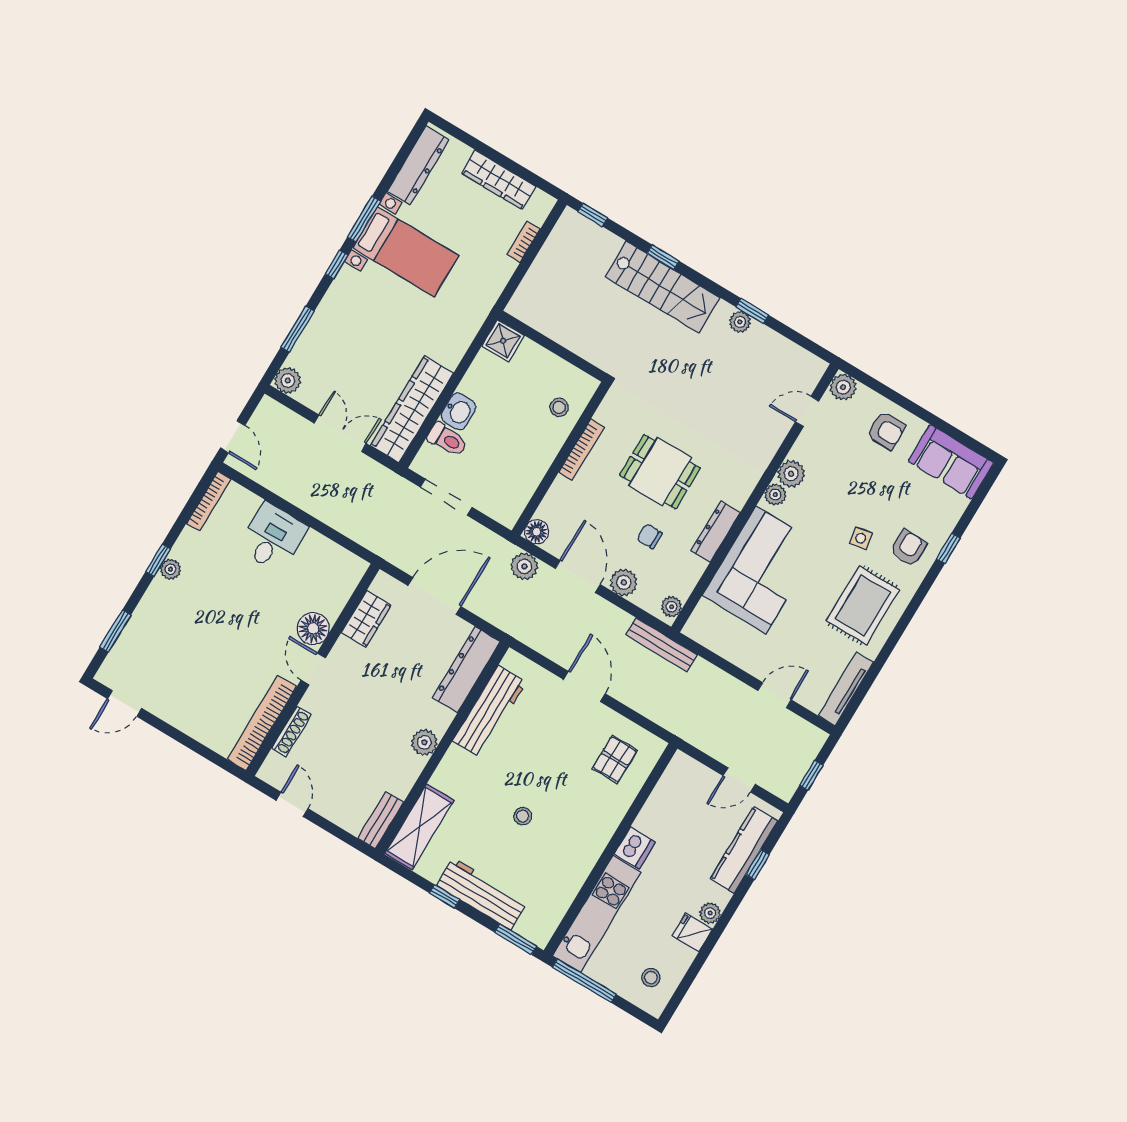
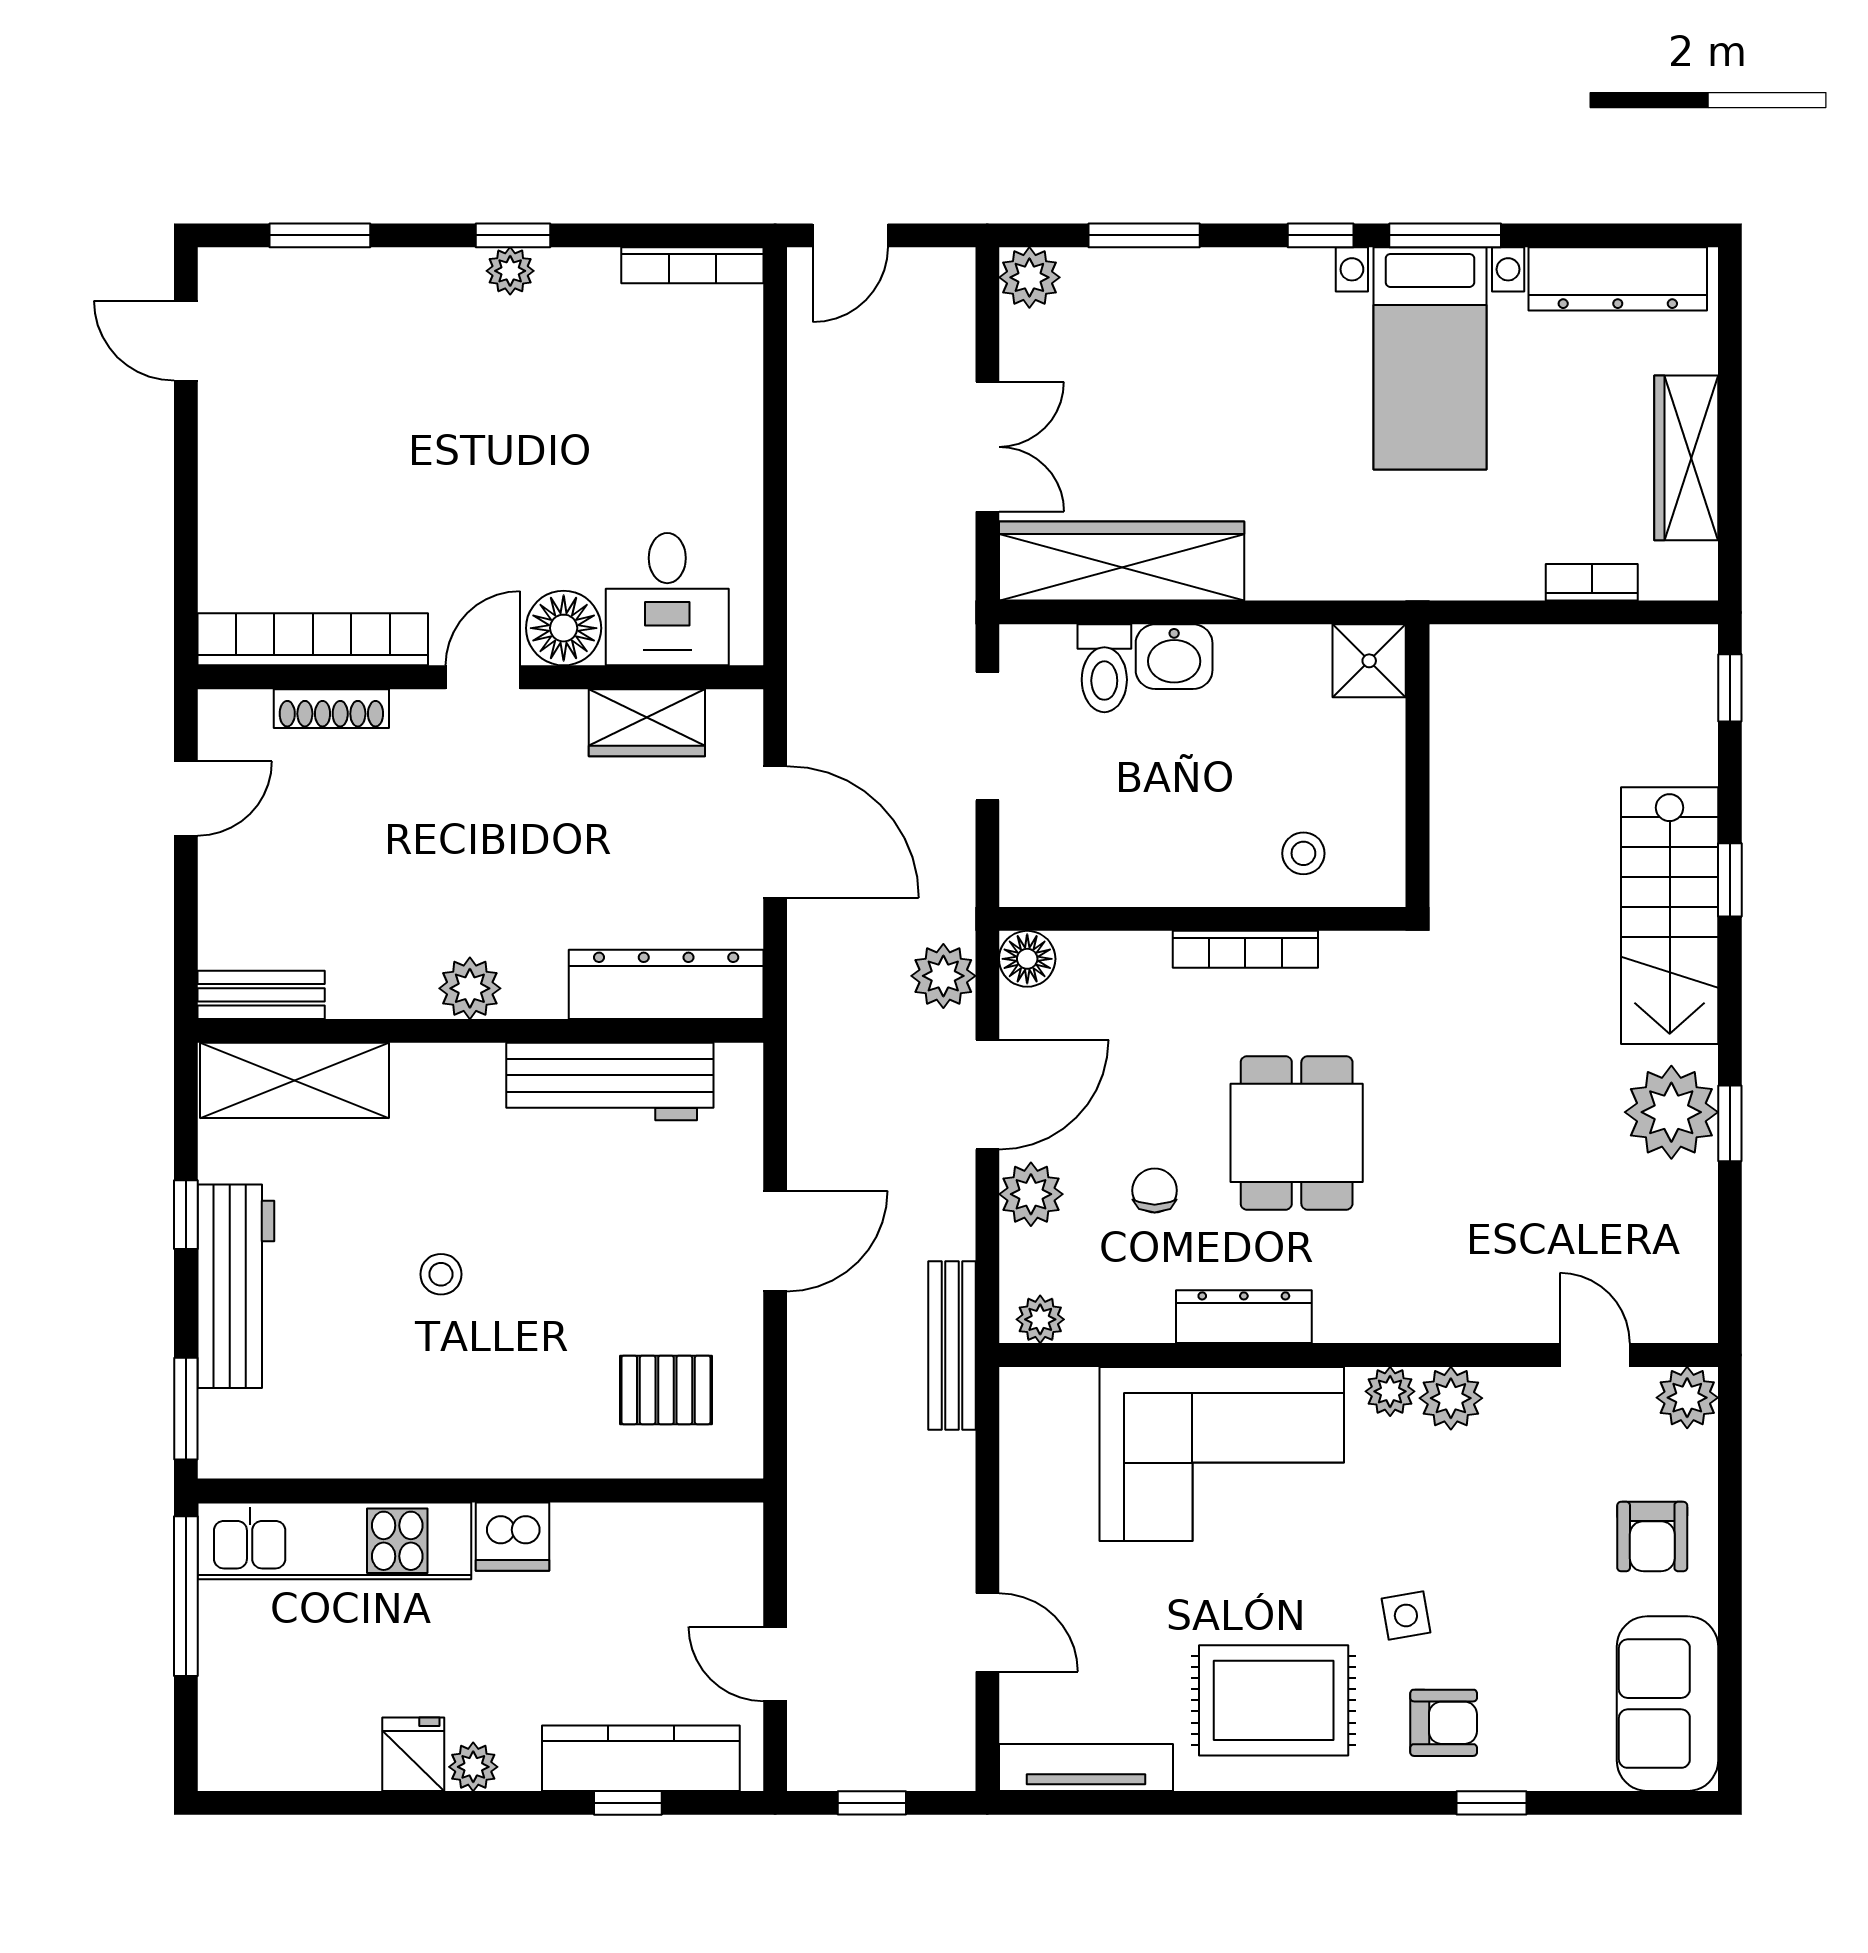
plant: (740, 322) -> (1671, 1112), width x1.87, depth x1.87
desk: (273, 537) -> (667, 599), moved, turned 90
stool: (651, 978) -> (273, 1726), removed

